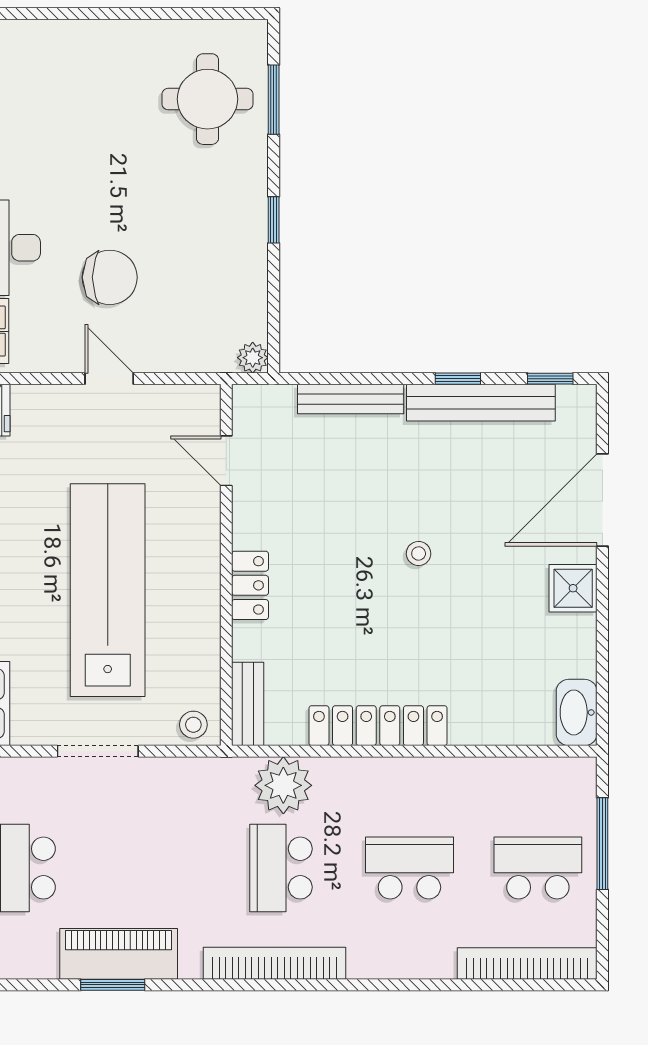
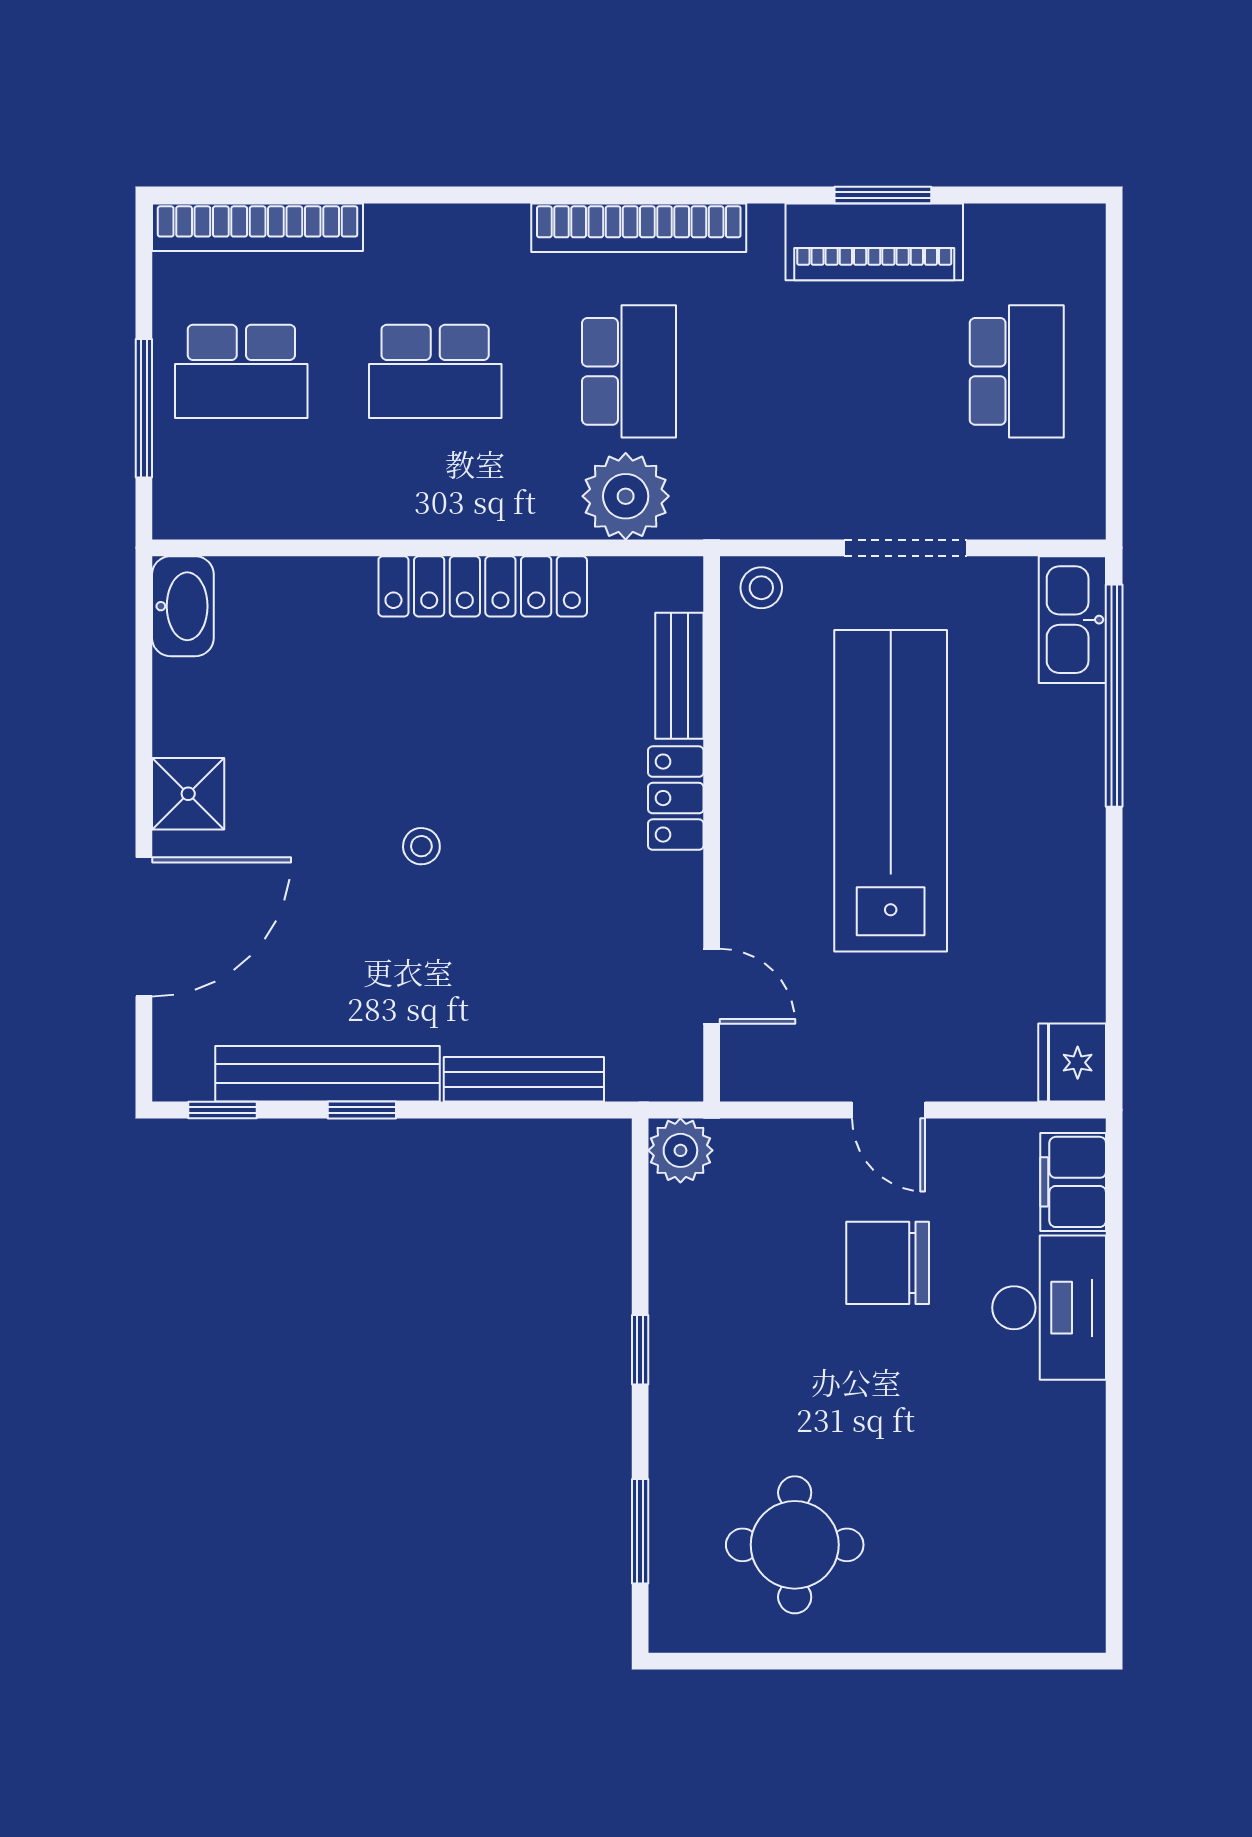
round table: (207, 99) -> (795, 1545), moved
plant: (253, 358) -> (680, 1150), width x1.38, depth x1.38
lab bench: (108, 590) -> (891, 791), turned 180
bench: (248, 704) -> (679, 676), moved

